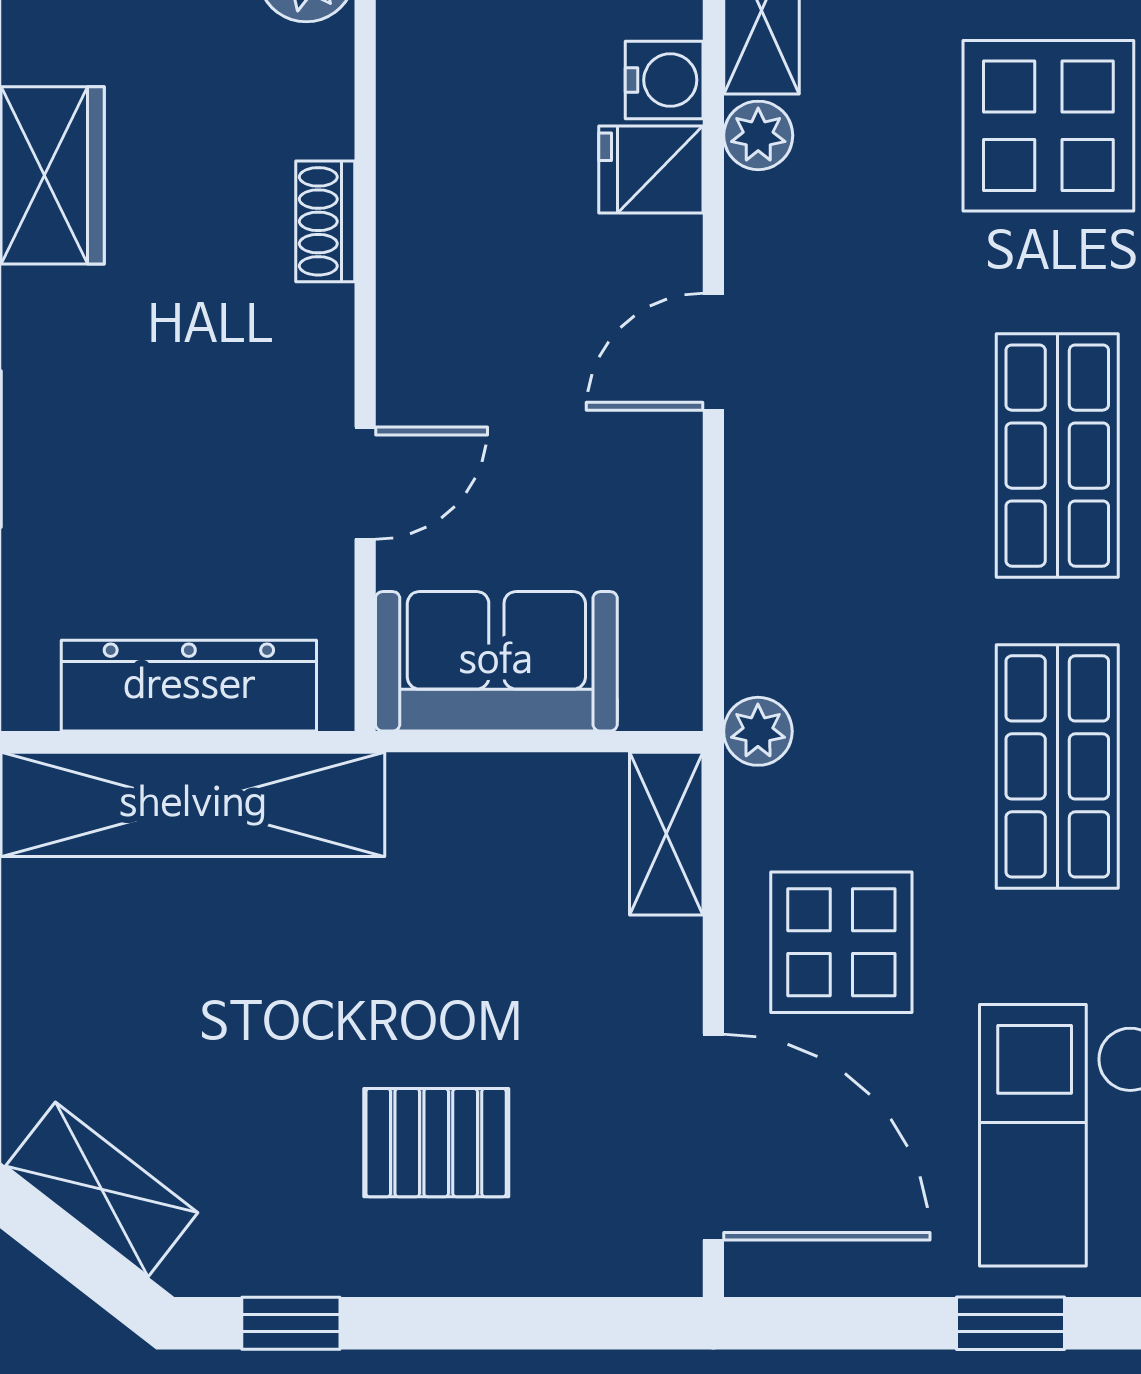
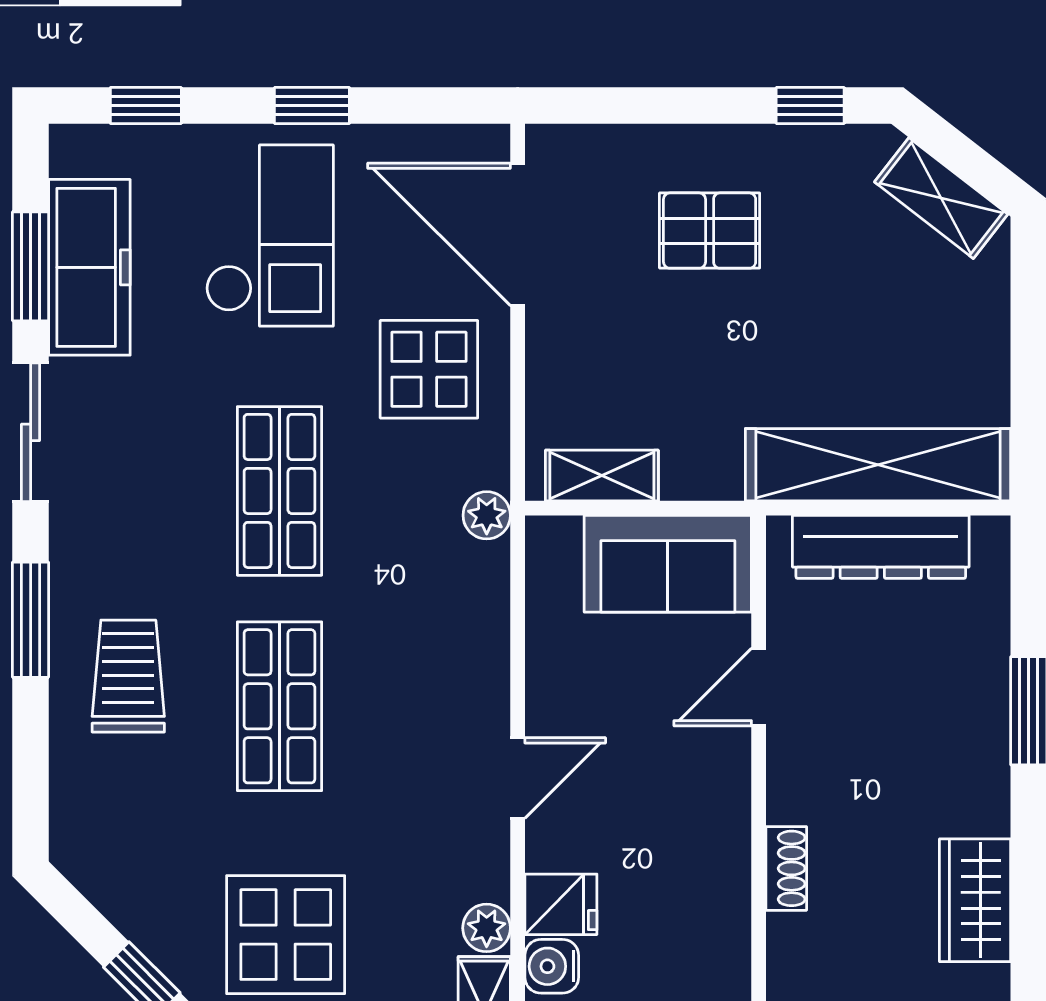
shelving: (666, 834) -> (602, 476), moved, turned 90

